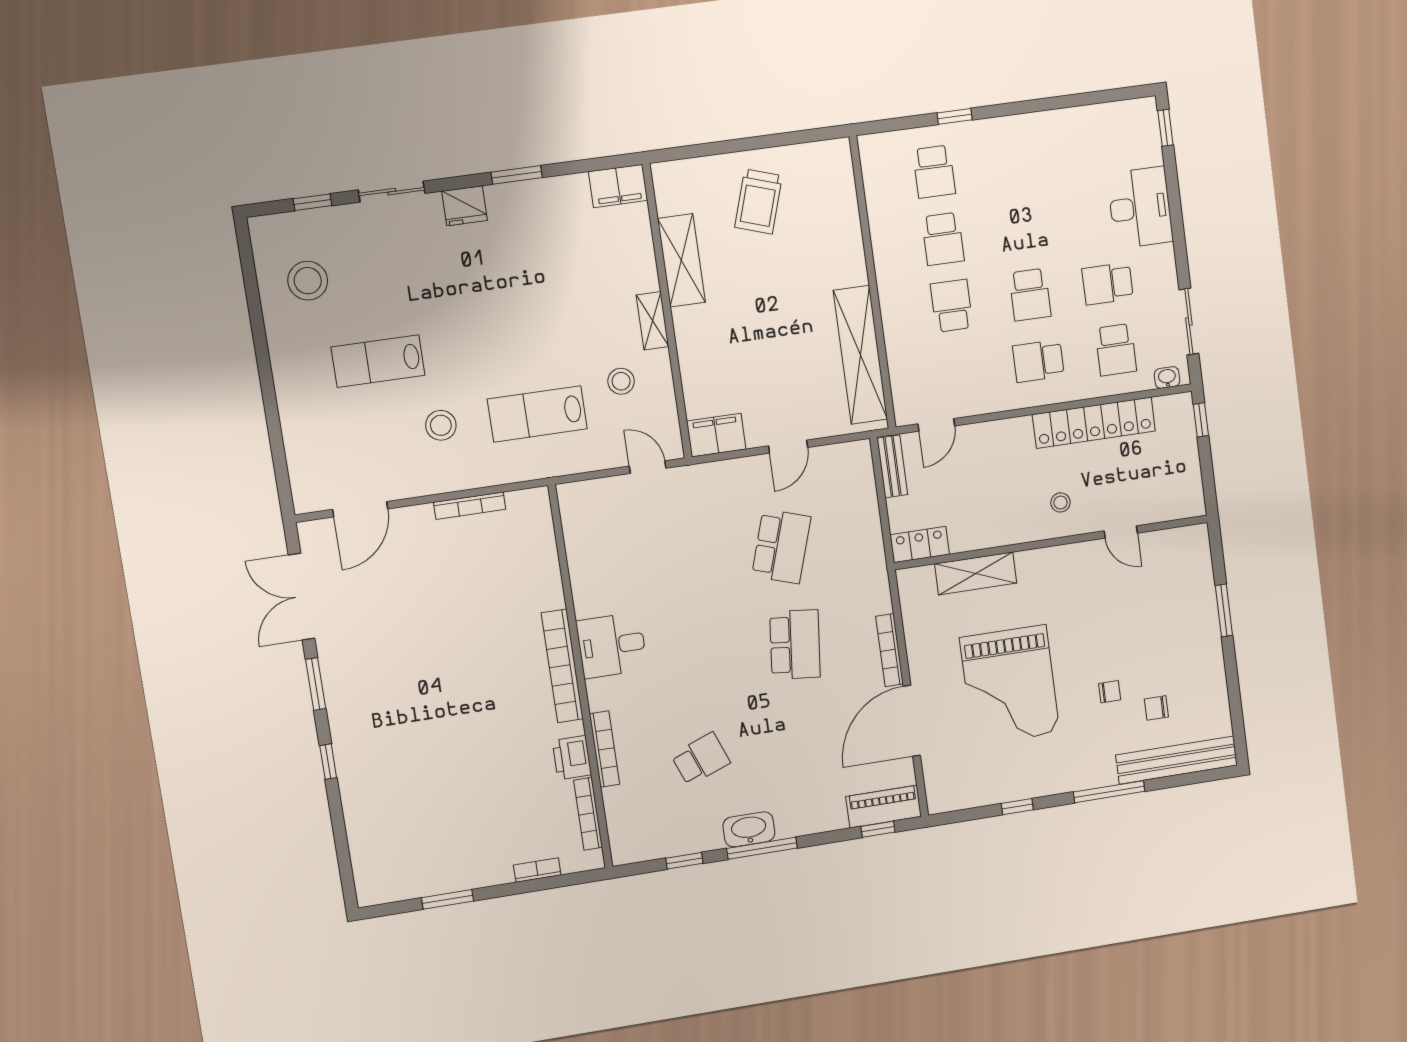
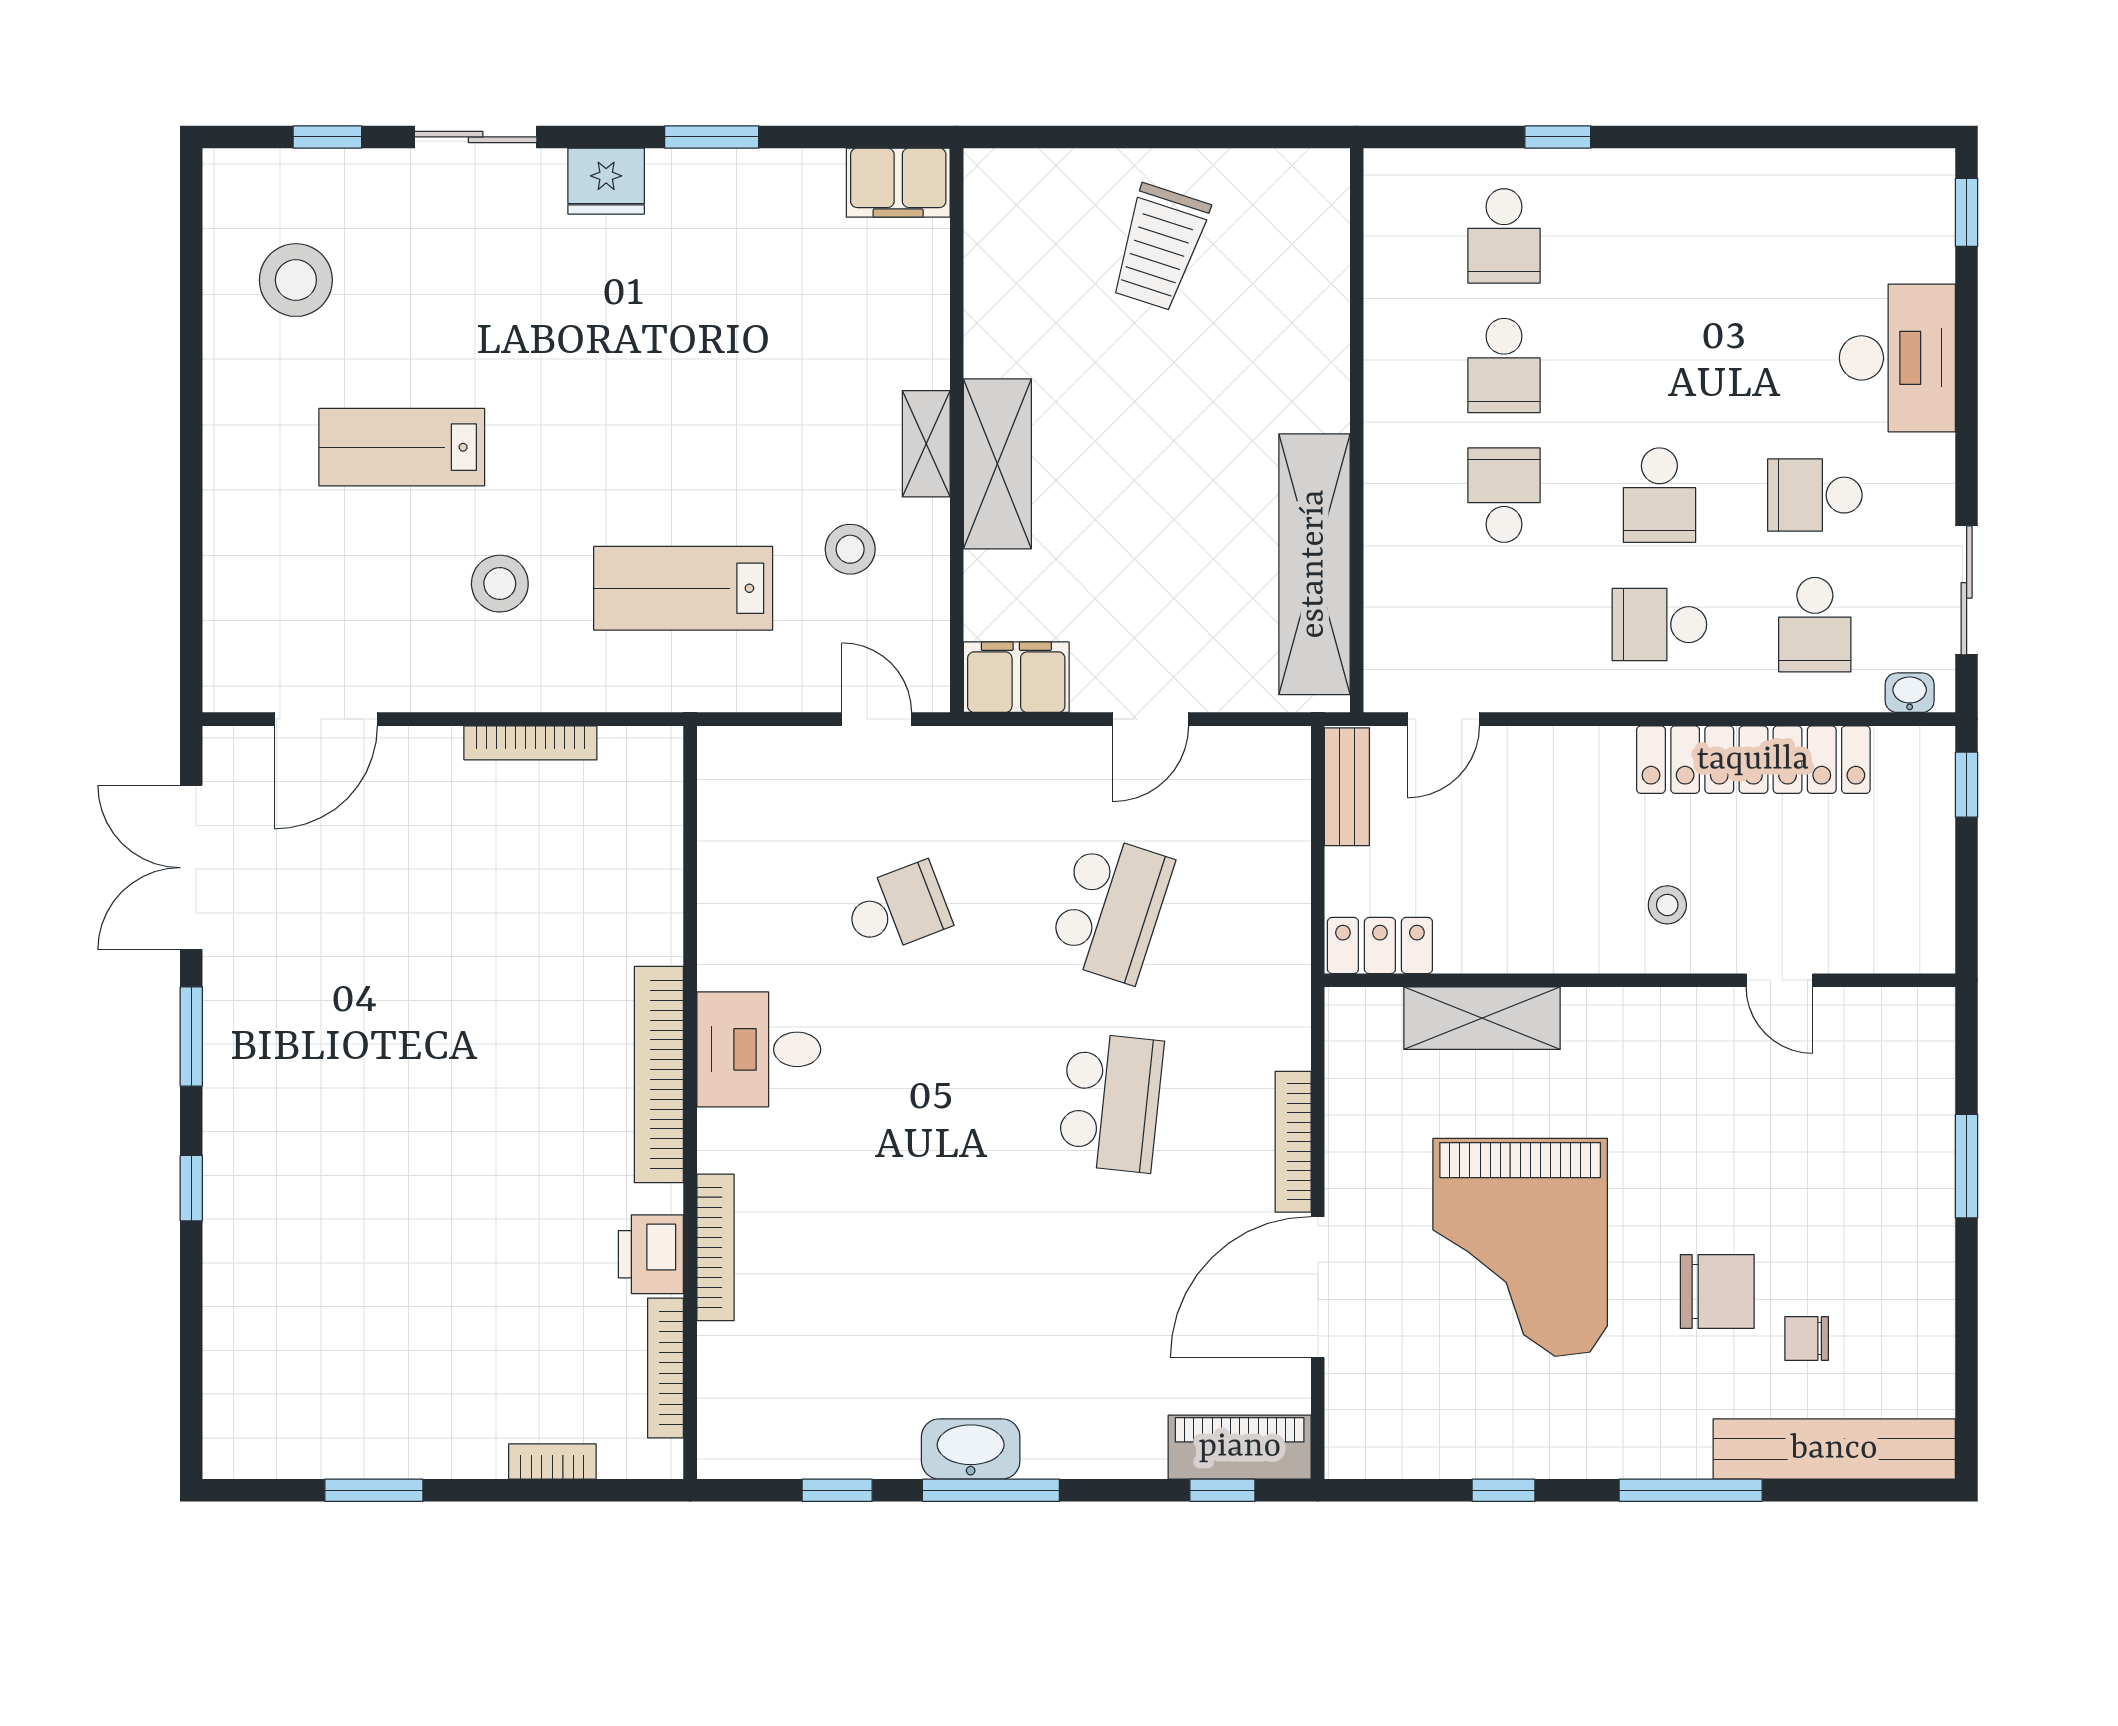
shelving: (681, 260) -> (997, 464), moved
chair: (1110, 692) -> (1717, 1292), width x1.87, depth x1.87
school desk: (701, 759) -> (897, 909), moved

